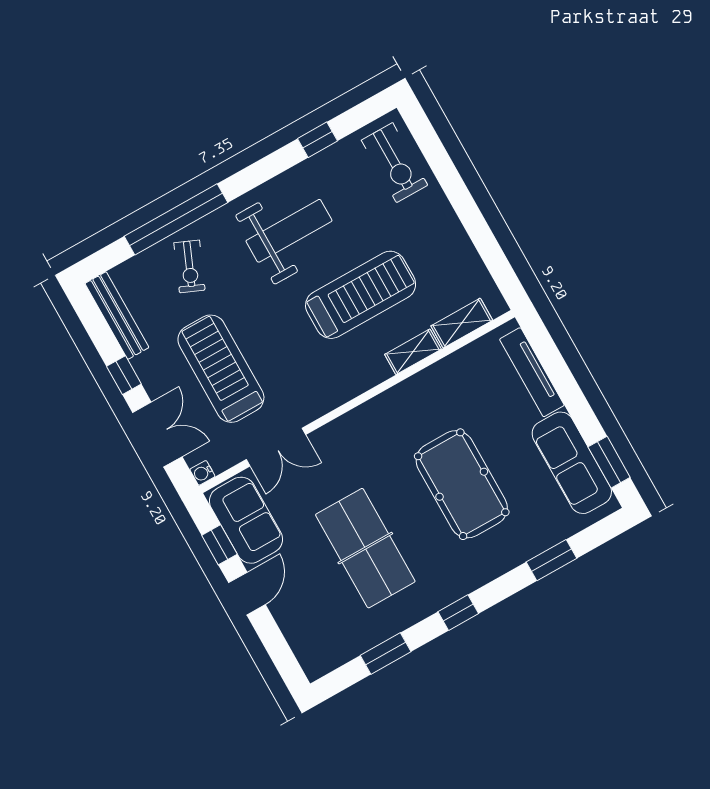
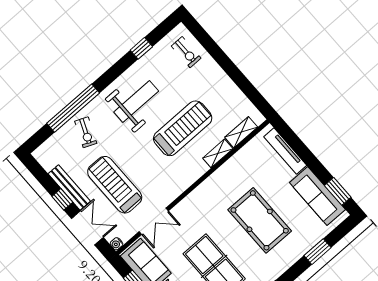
exercise bike: (395, 163) -> (186, 52), width x0.73, depth x0.72
bench: (117, 316) -> (69, 187), moved

